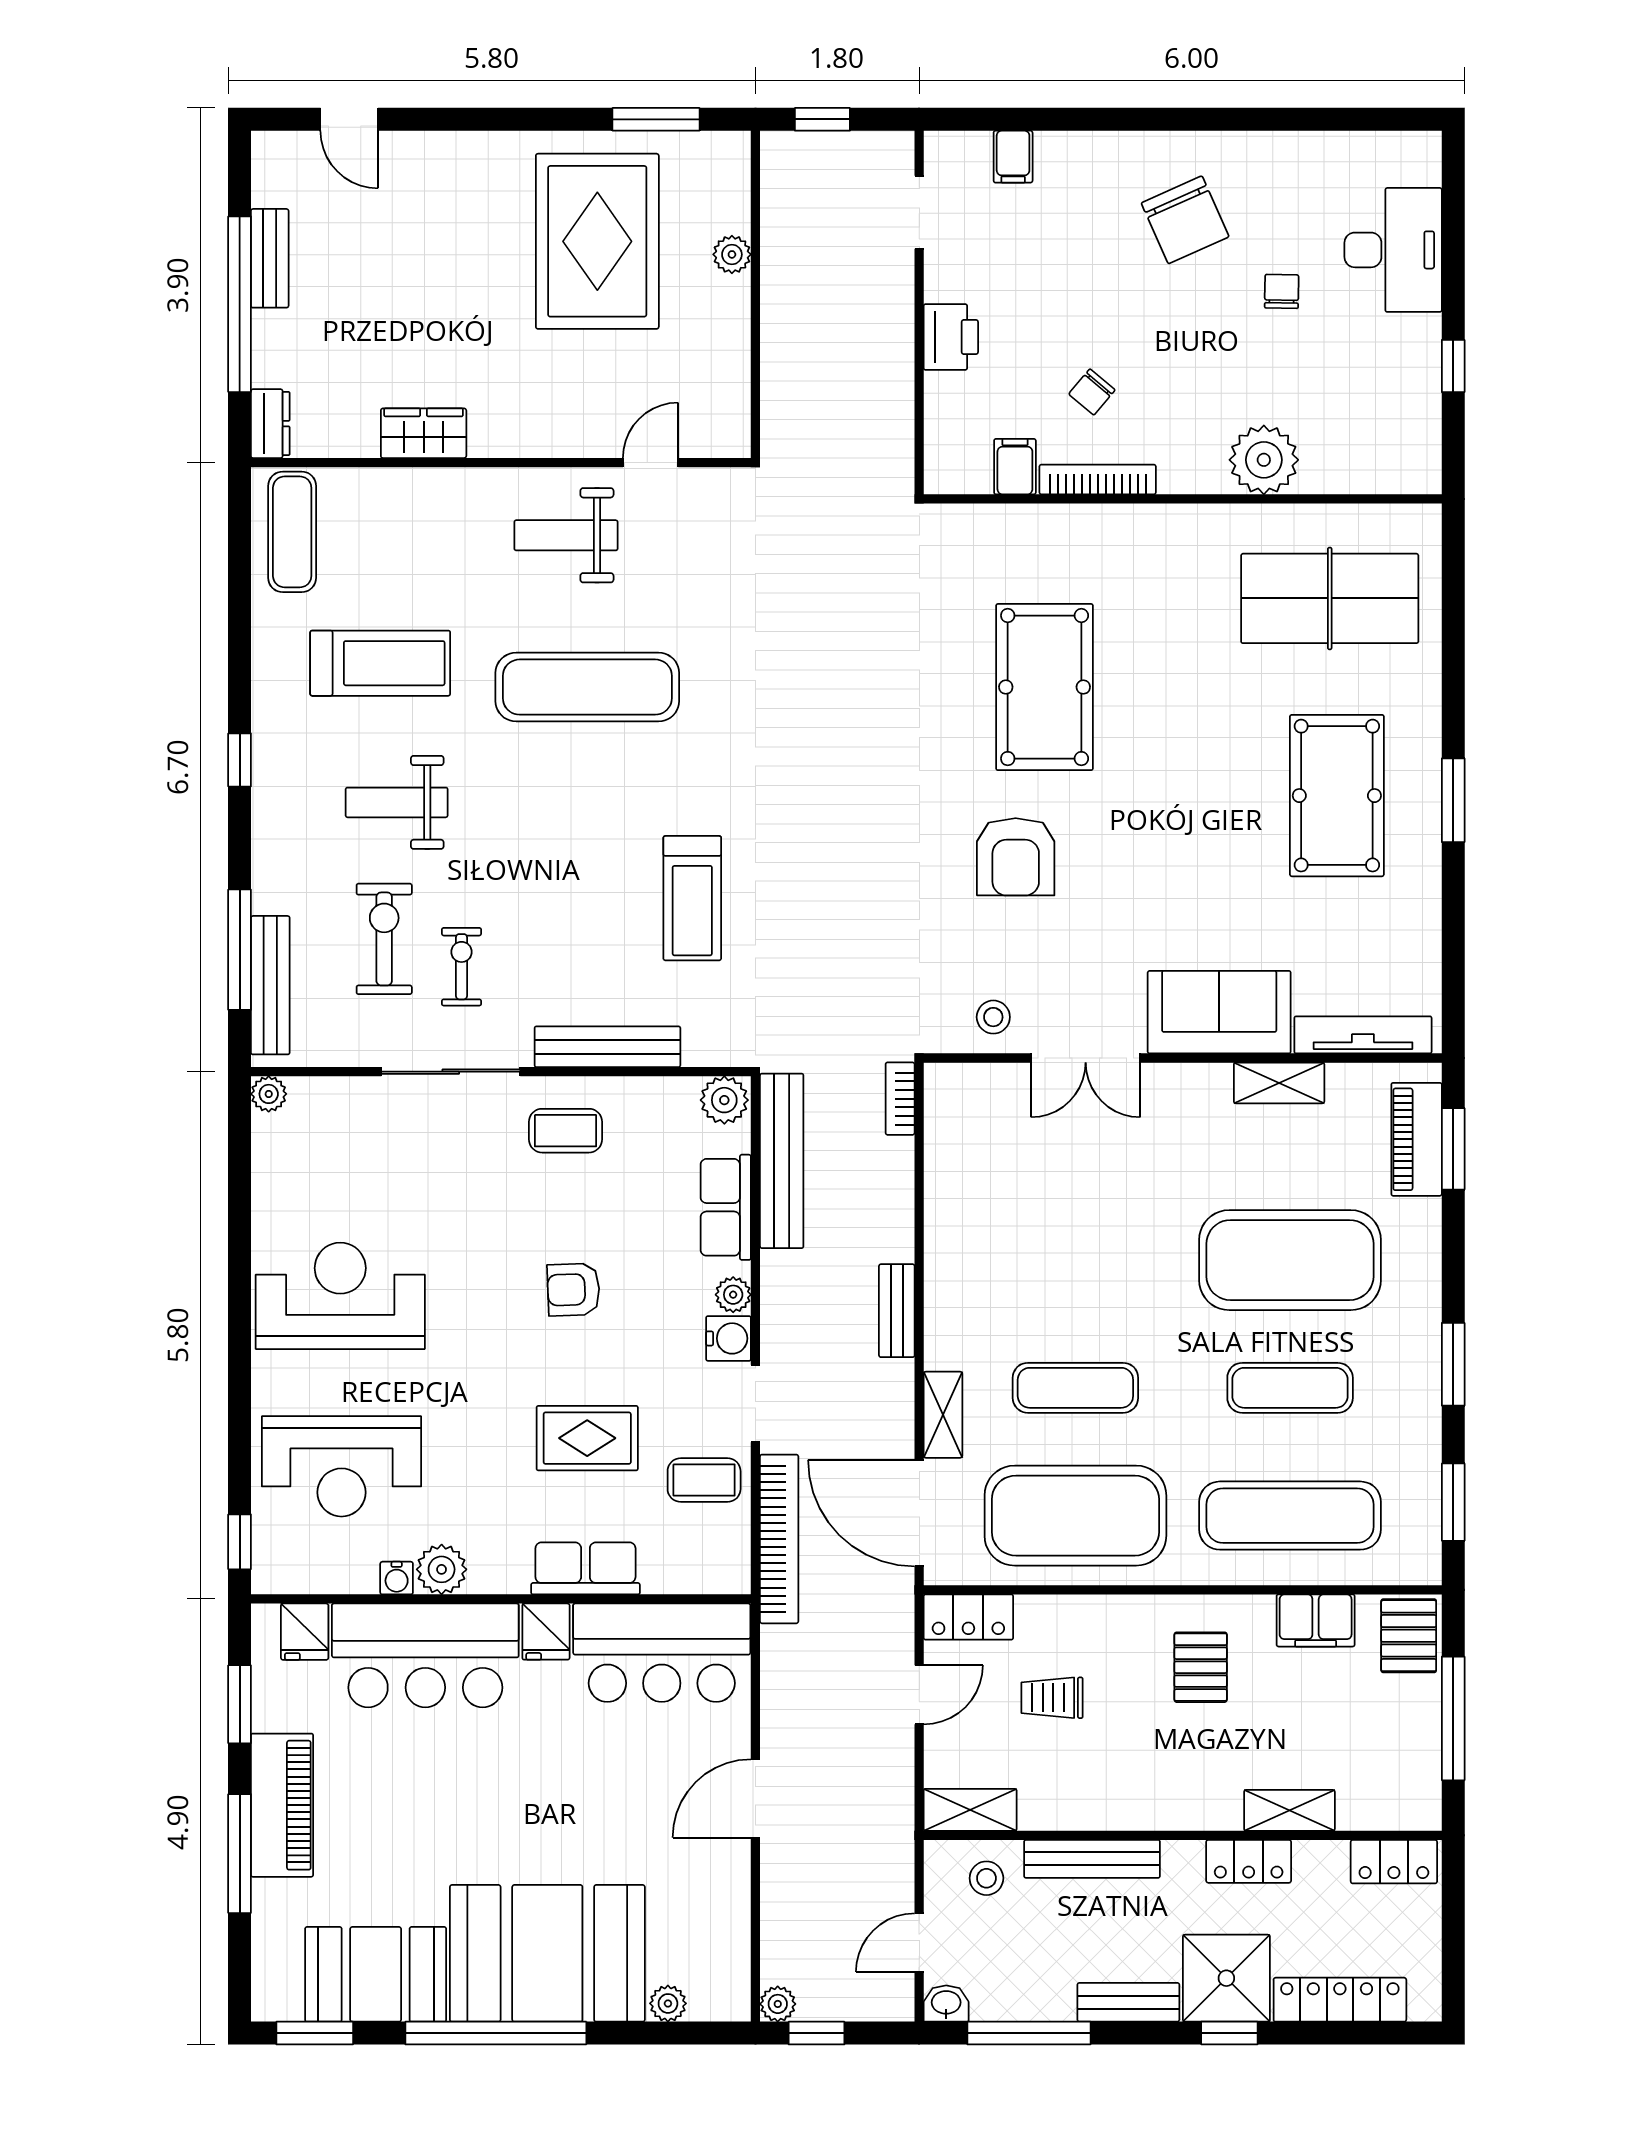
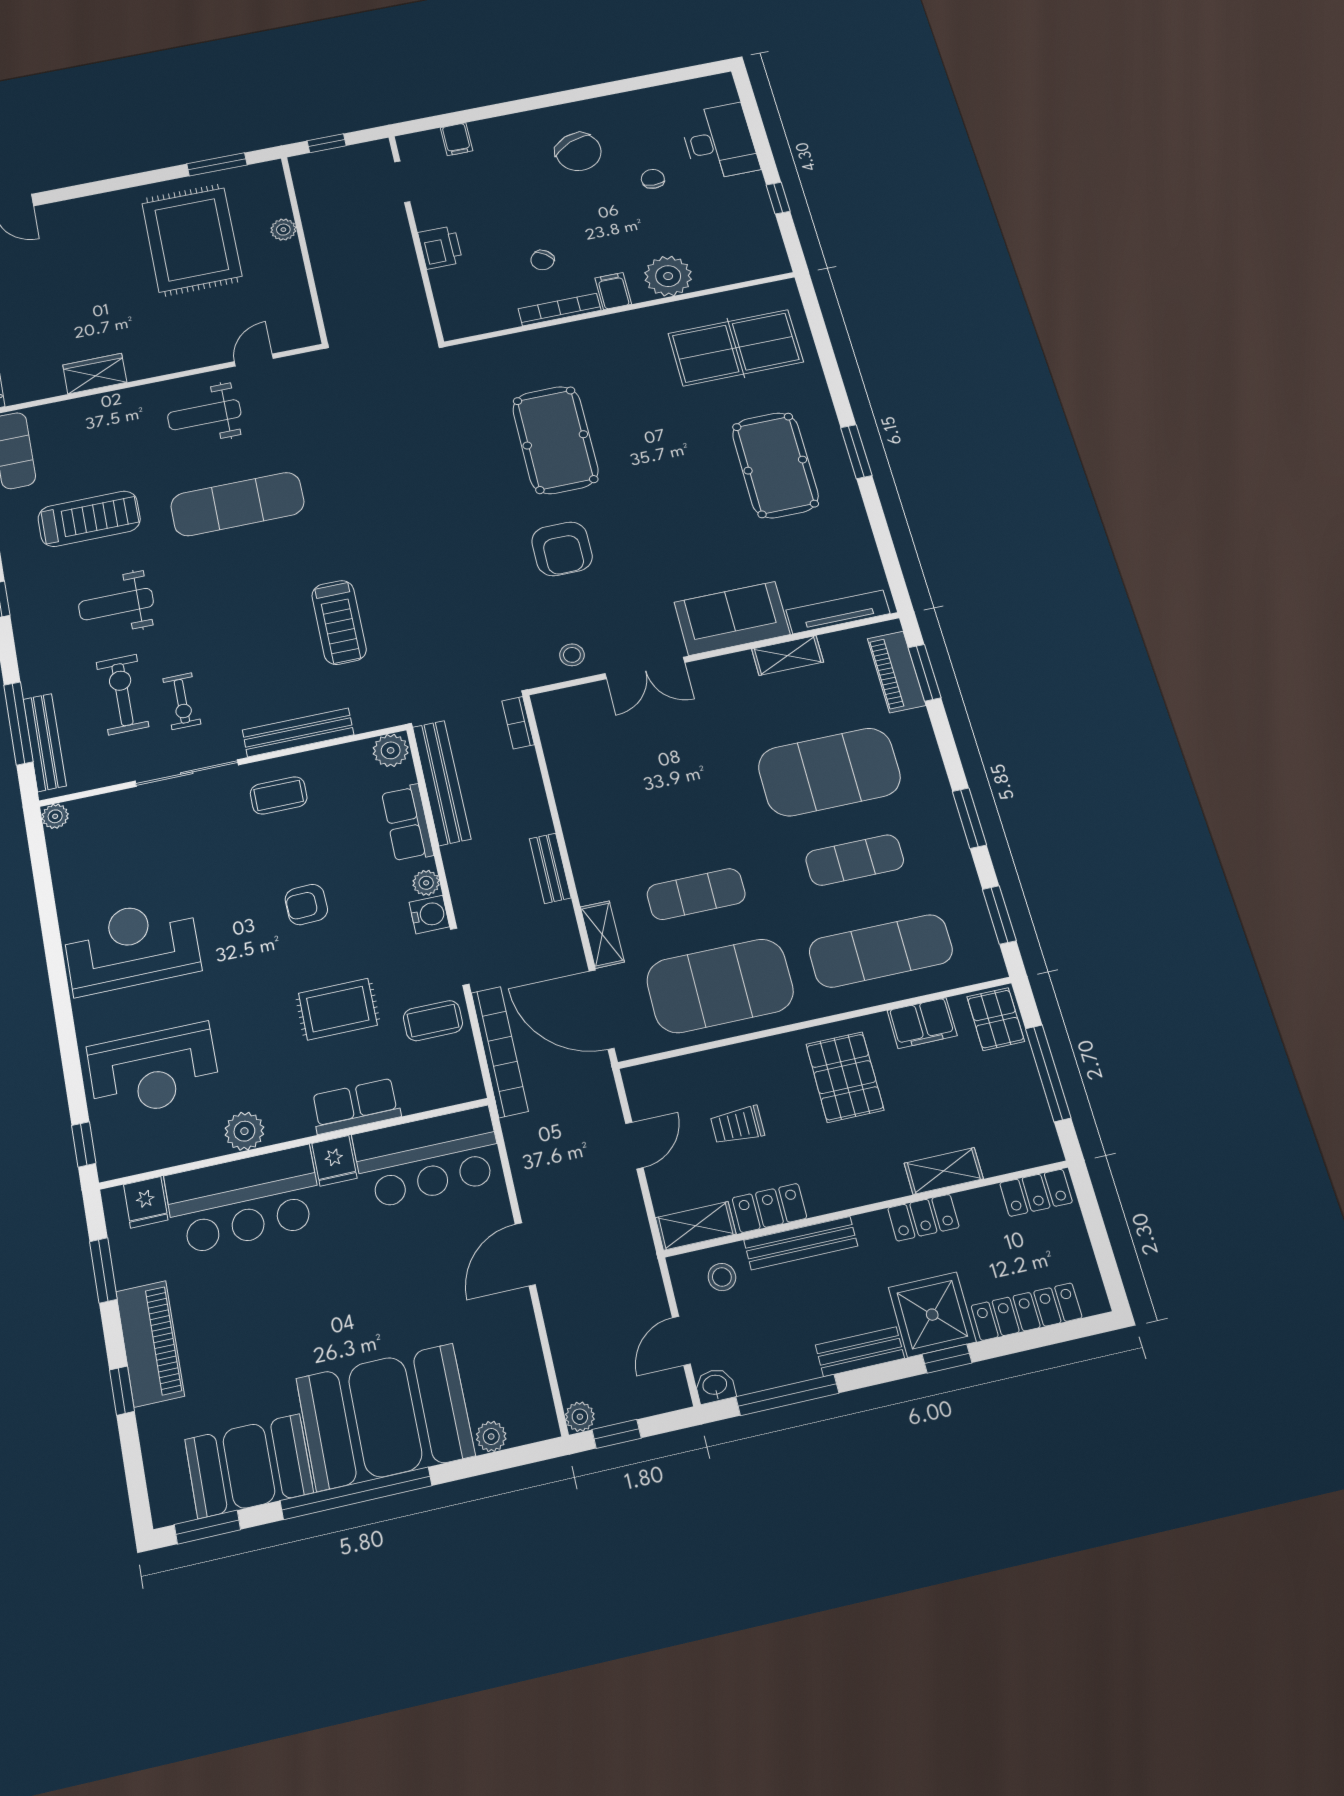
filing cabinet: (1015, 467) -> (613, 291), moved
exercise bike: (461, 967) -> (182, 701), turned 180
water cooler: (397, 1578) -> (211, 1145), removed
locker: (968, 1617) -> (769, 1208), moved, turned 180
pallet: (1201, 1667) -> (845, 1077), width x1.50, depth x1.42
window: (240, 1854) -> (122, 1391), width x0.46

